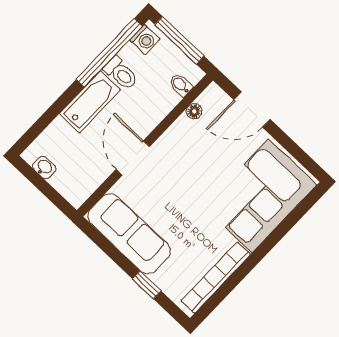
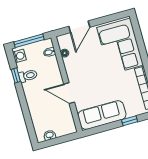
window: (109, 53) -> (16, 75), width x0.32
bathtub: (90, 102) -> (32, 97), removed

